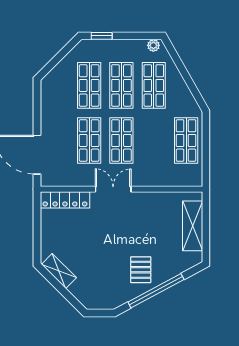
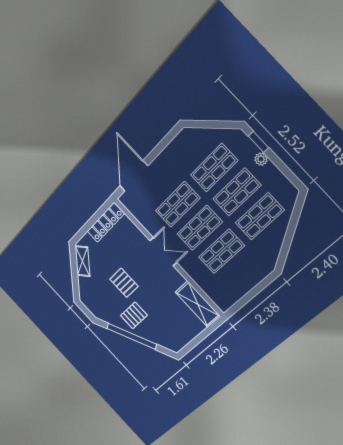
plant: (153, 45) -> (261, 159), moved
shop shelf: (186, 140) -> (221, 251), moved
locker: (65, 200) -> (106, 223), moved, turned -90
shelving: (193, 226) -> (198, 304), moved, turned 90
pallet: (108, 251) -> (124, 283), added

